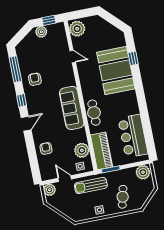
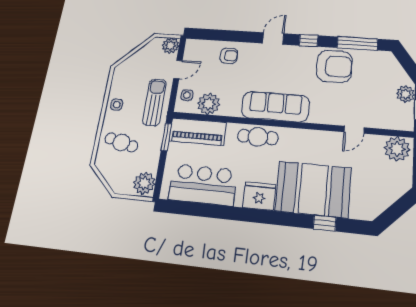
armchair: (35, 79) -> (334, 66), width x1.88, depth x1.88
fridge: (129, 100) -> (259, 196), added
door: (26, 124) -> (273, 38), swing flipped

